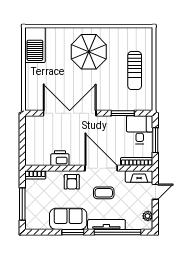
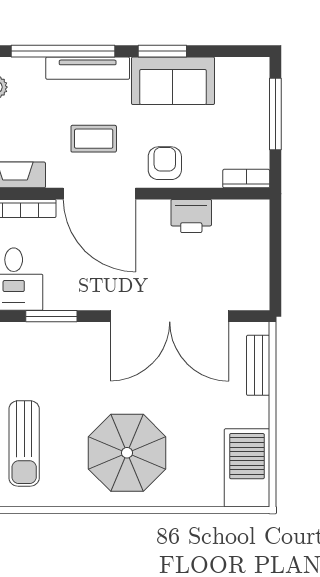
sun lounger: (135, 71) -> (24, 443), moved, turned 180
bench: (30, 91) -> (258, 365), added

